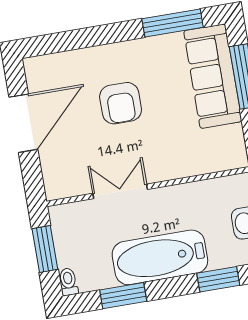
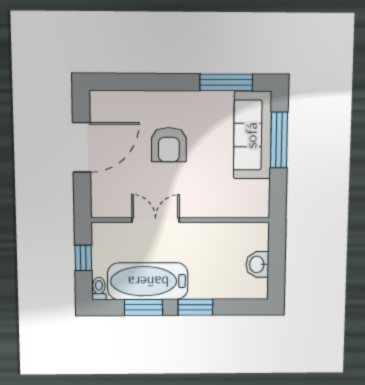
window: (45, 249) -> (83, 258), width x0.67
bathtub: (160, 257) -> (148, 281), moved
window: (218, 279) -> (195, 307), moved

